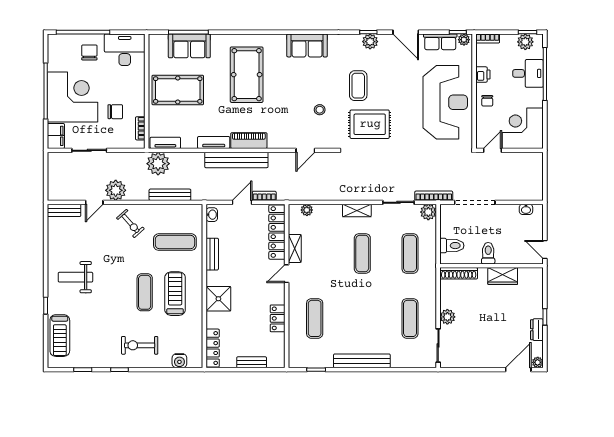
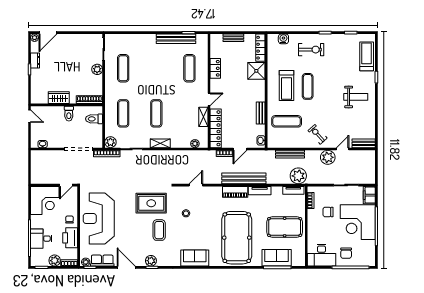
plant: (525, 42) -> (55, 261), moved
pool table: (247, 75) -> (237, 238), width x1.36, depth x1.32
printer: (483, 75) -> (70, 238), width x1.87, depth x1.48
shower: (218, 299) -> (256, 71), moved
bench: (362, 361) -> (176, 39), moved

